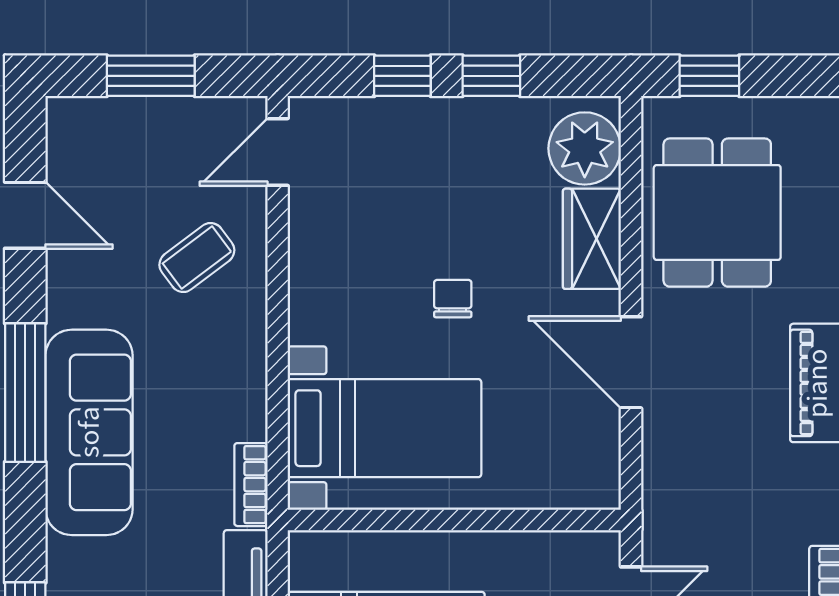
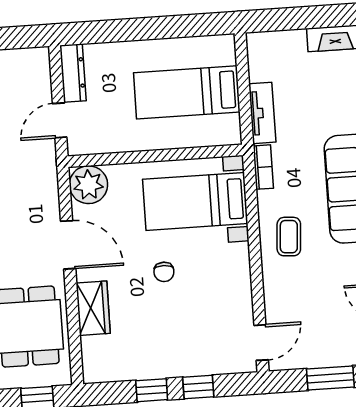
plant: (585, 148) -> (88, 185), moved
coffee table: (197, 258) -> (289, 237), moved, turned -49

